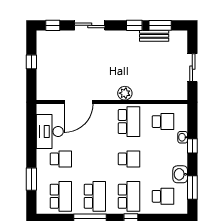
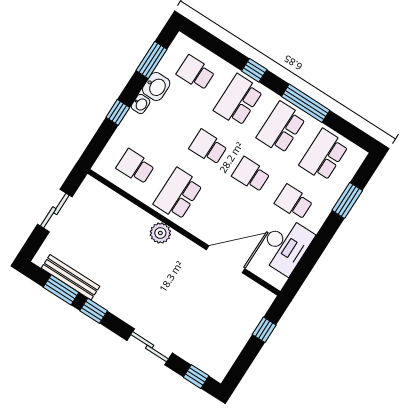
bench: (154, 36) -> (71, 277), width x1.36
window: (31, 62) -> (264, 330), moved
washbasin: (183, 137) -> (141, 104), moved
school desk: (95, 159) -> (251, 175), added

